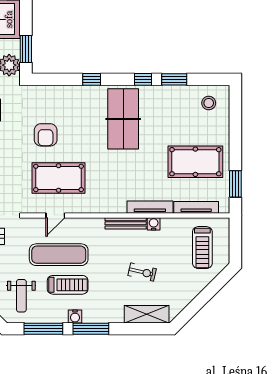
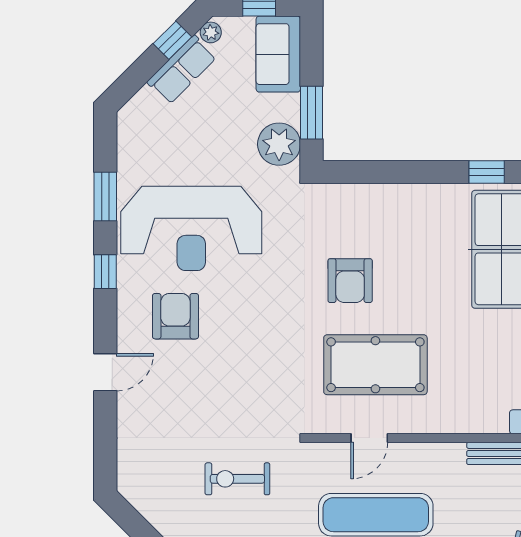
window: (92, 79) -> (487, 172), moved

